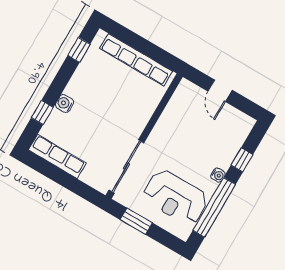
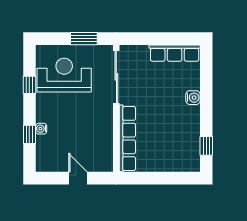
row of seats: (136, 60) -> (127, 138), moved, turned 90
window: (42, 113) -> (206, 80), removed
water cooler: (218, 175) -> (41, 129), moved
window: (214, 207) -> (29, 85), width x0.32

